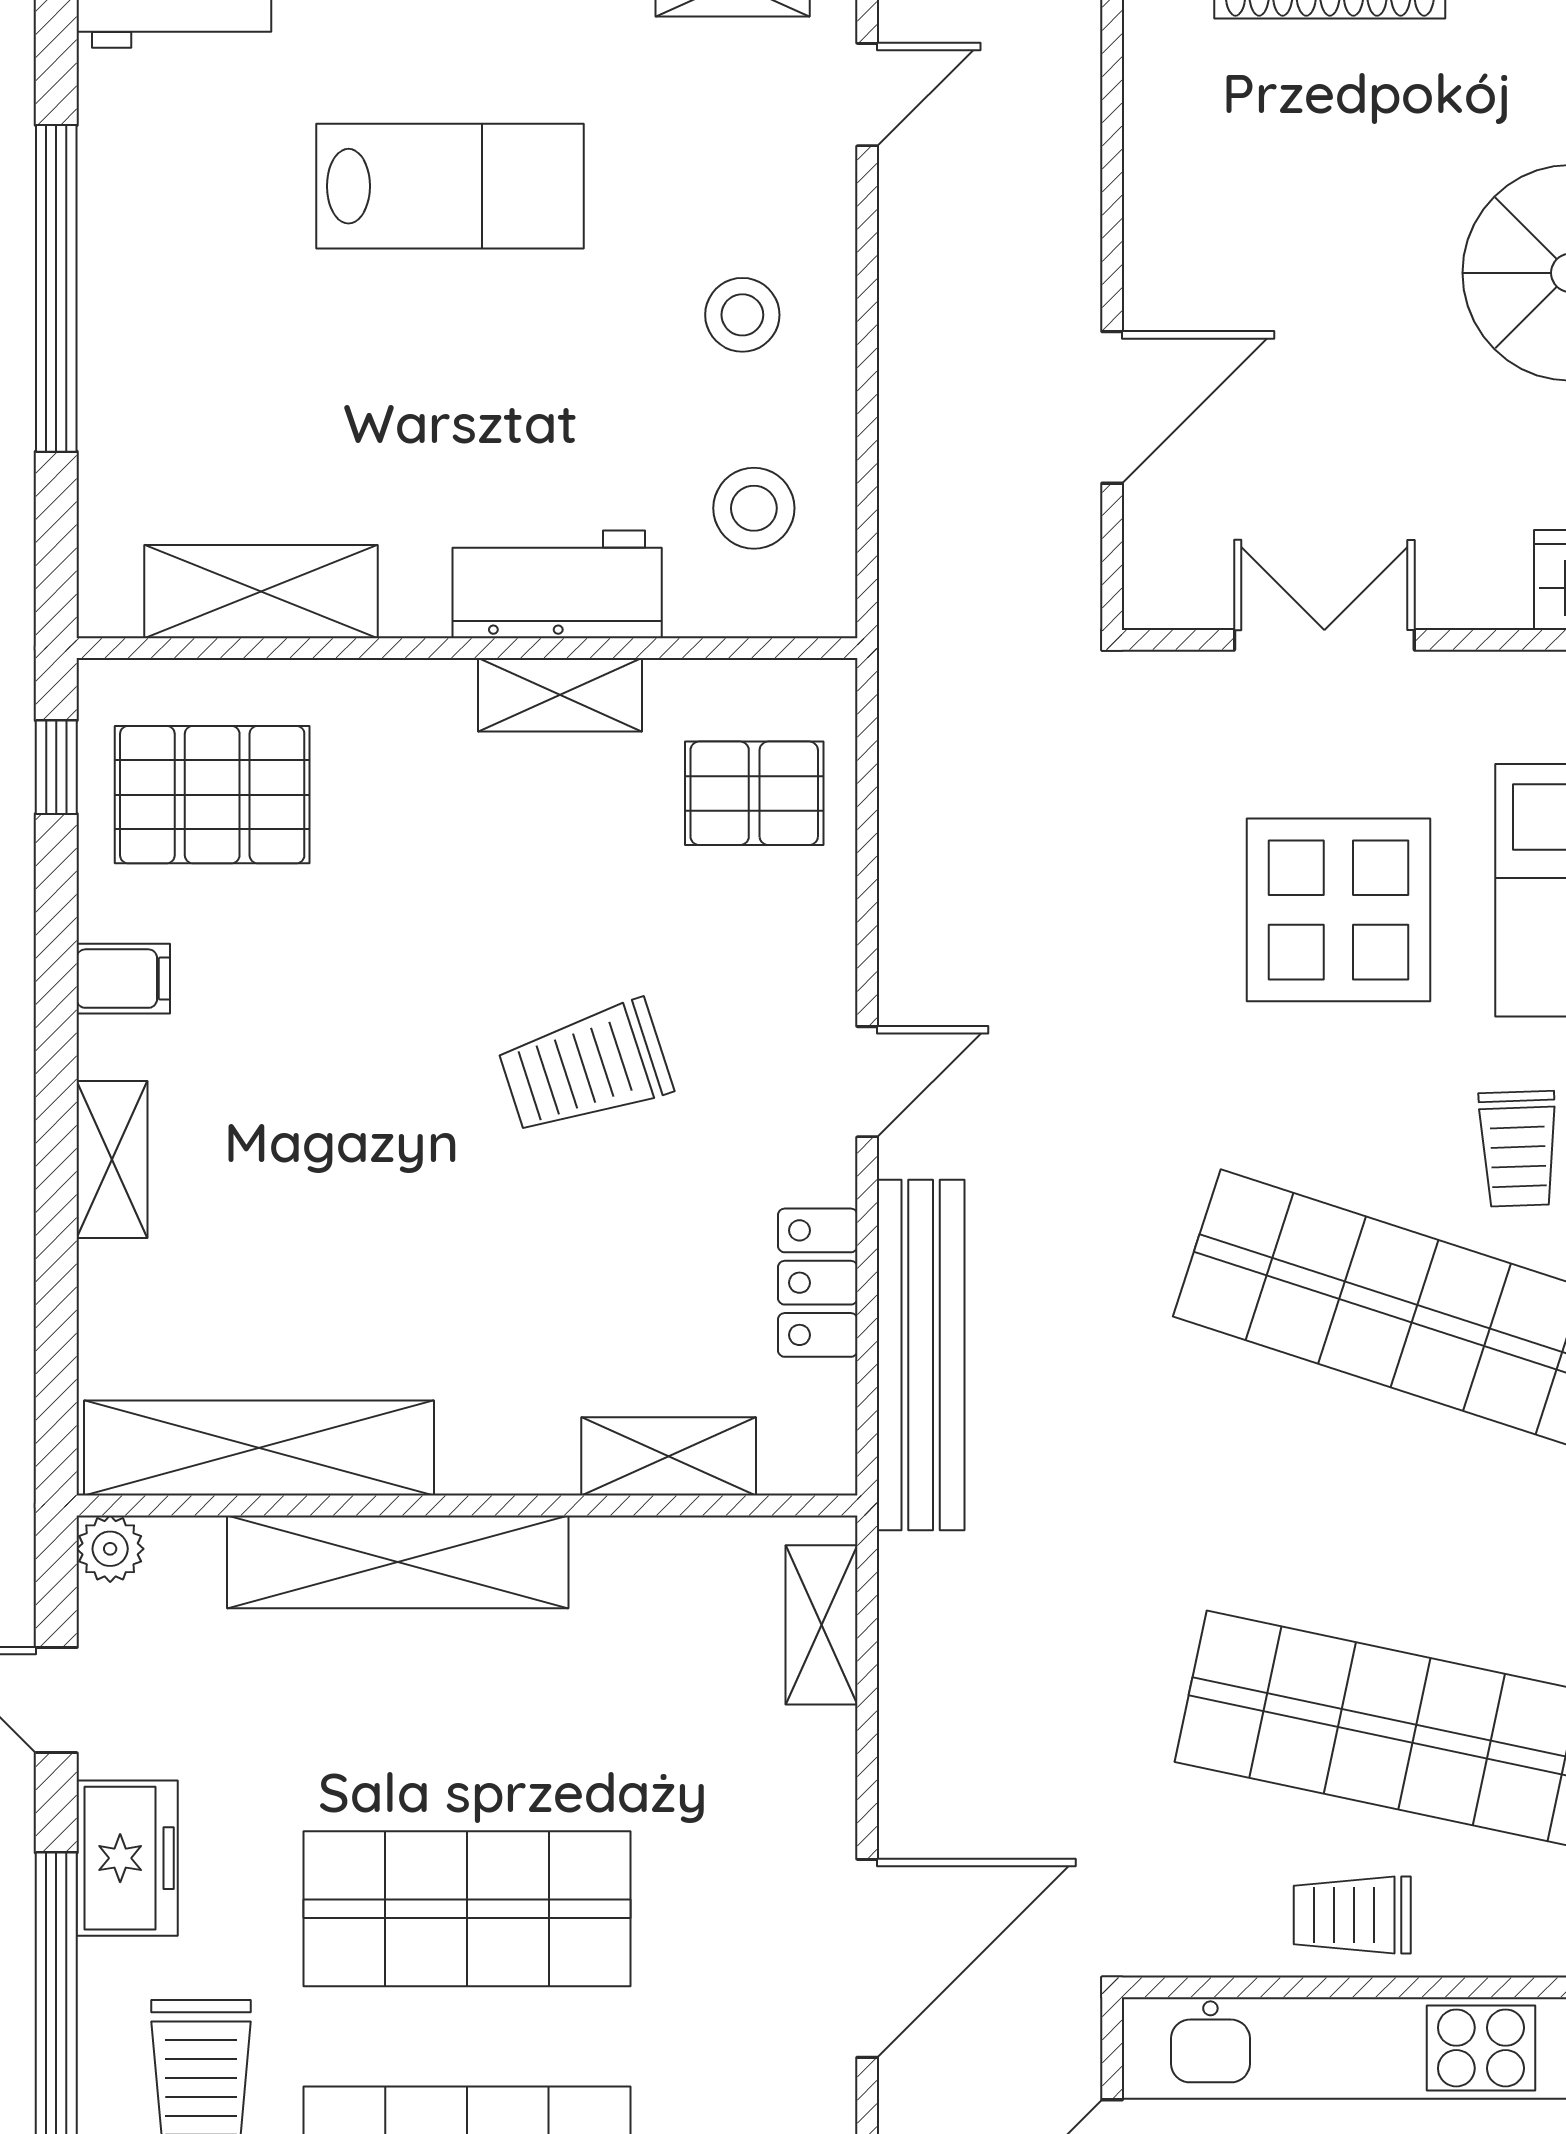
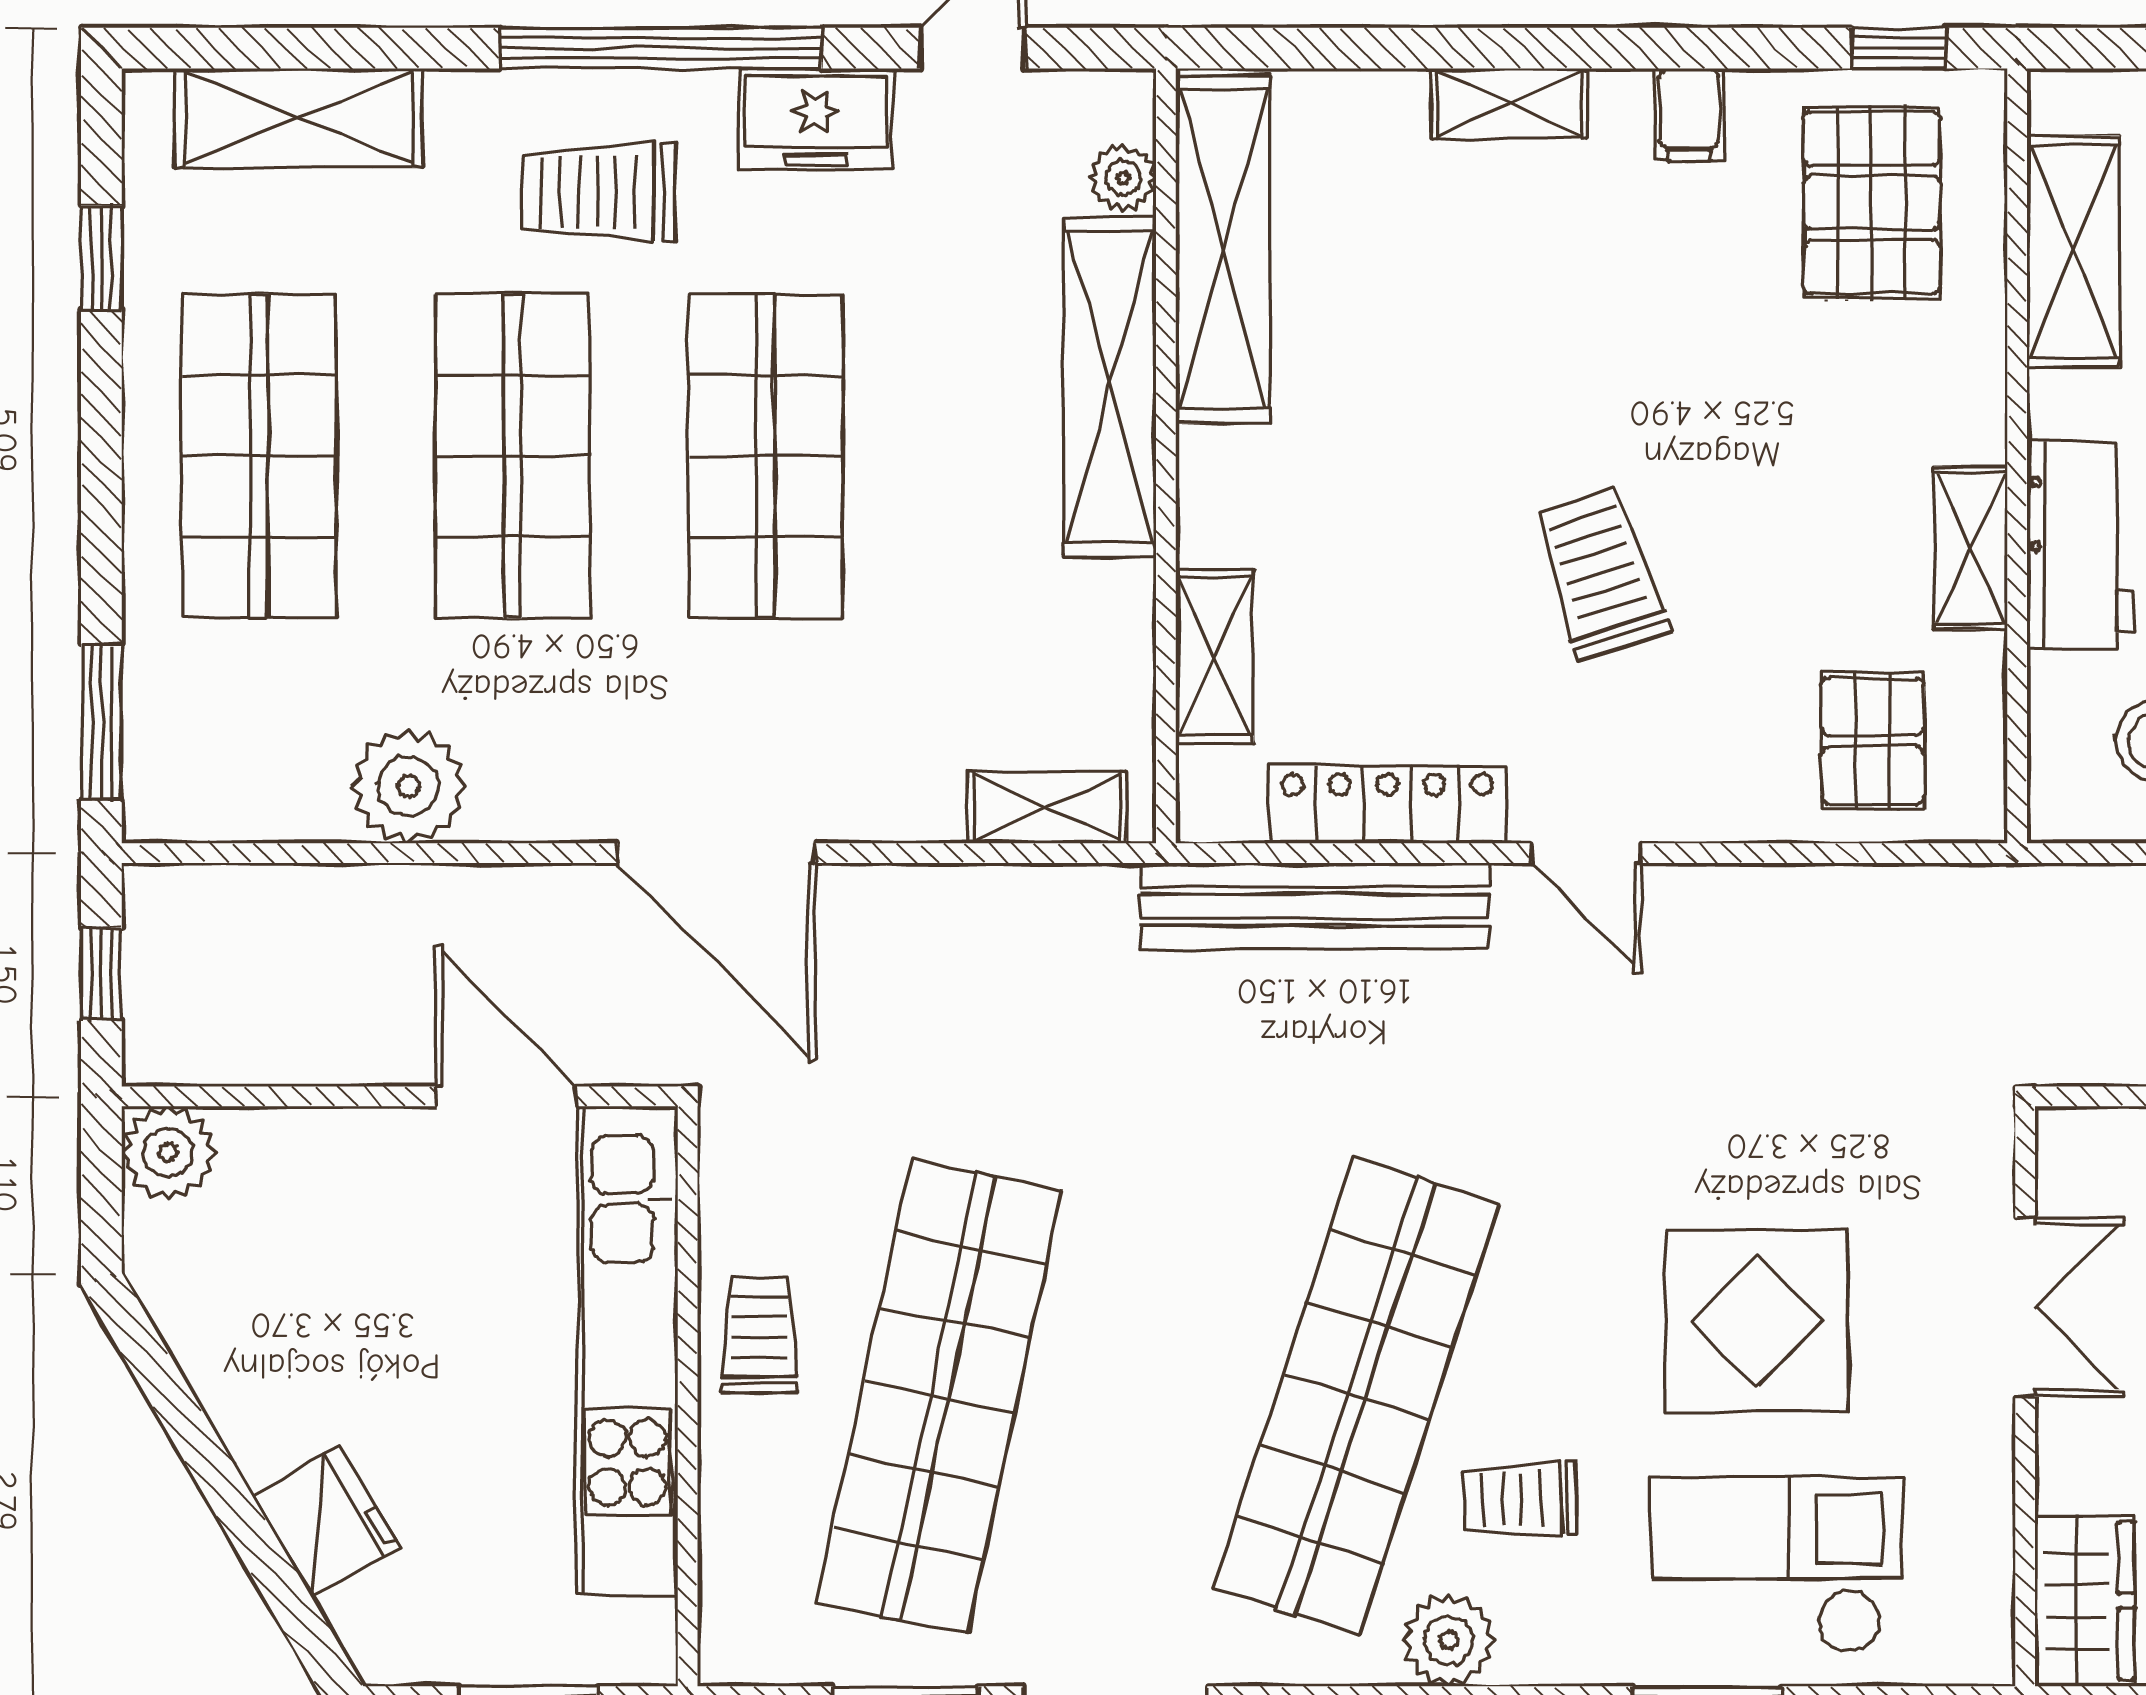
locker: (818, 1283) -> (1387, 804), width x1.53
plant: (110, 1549) -> (1123, 178), moved

